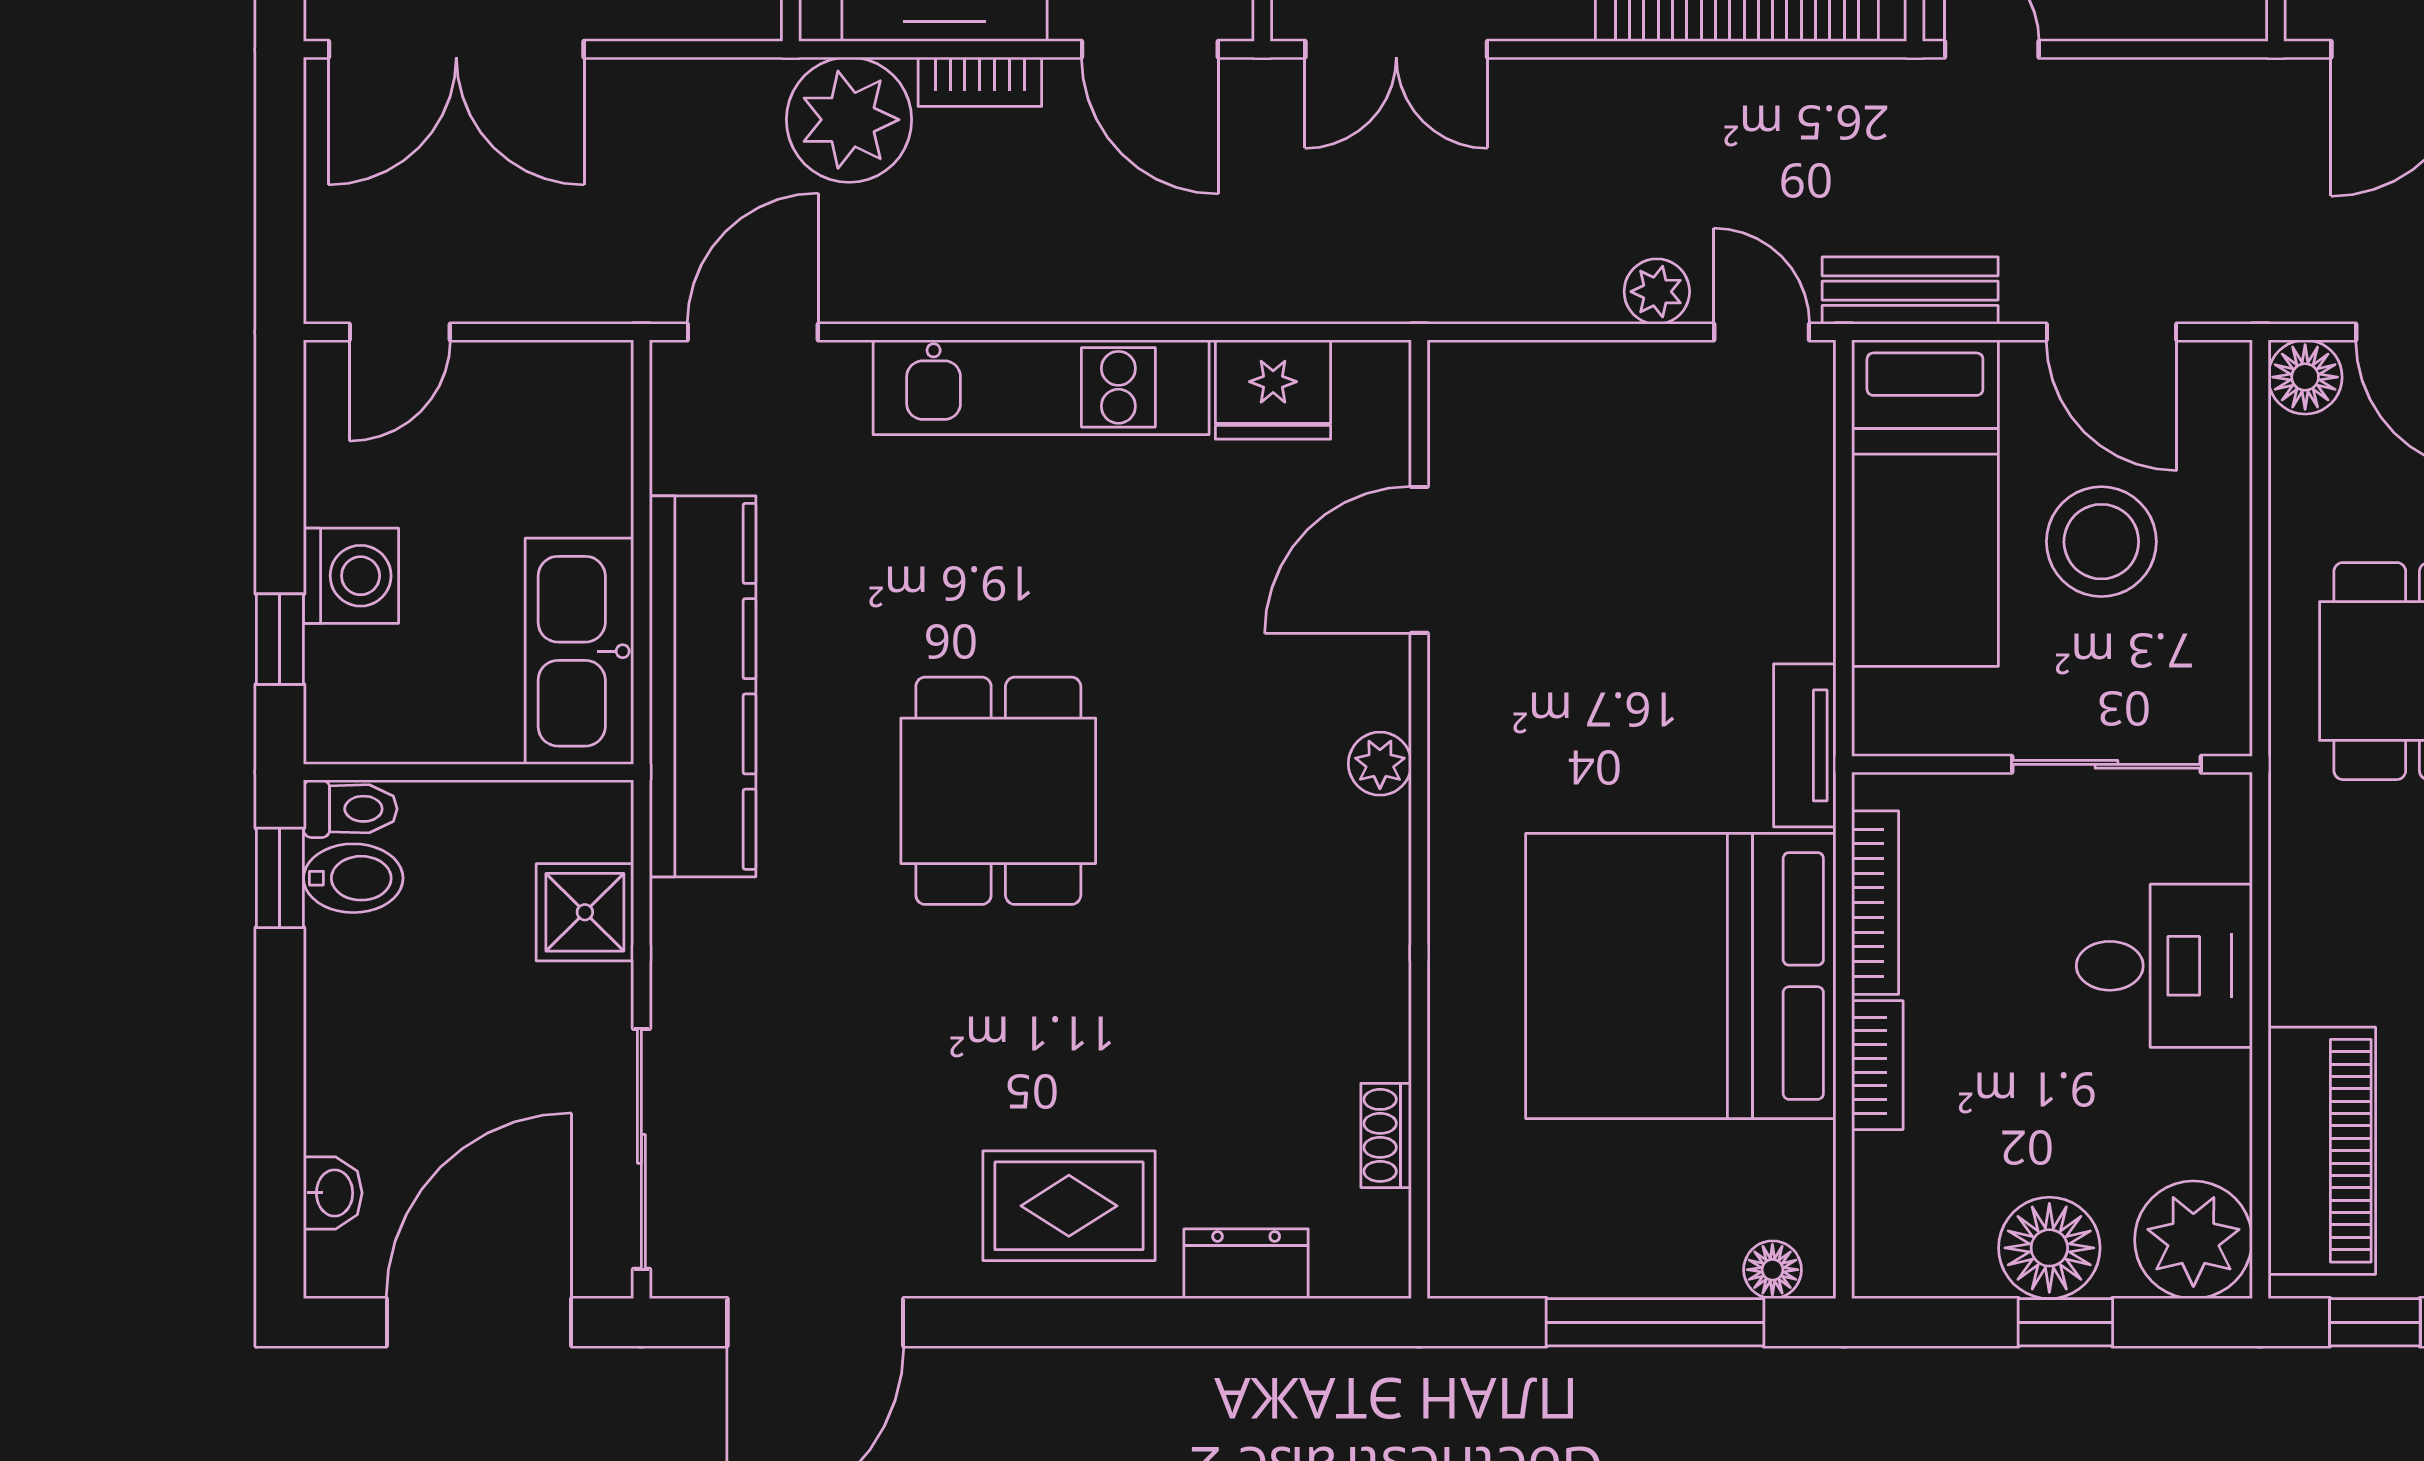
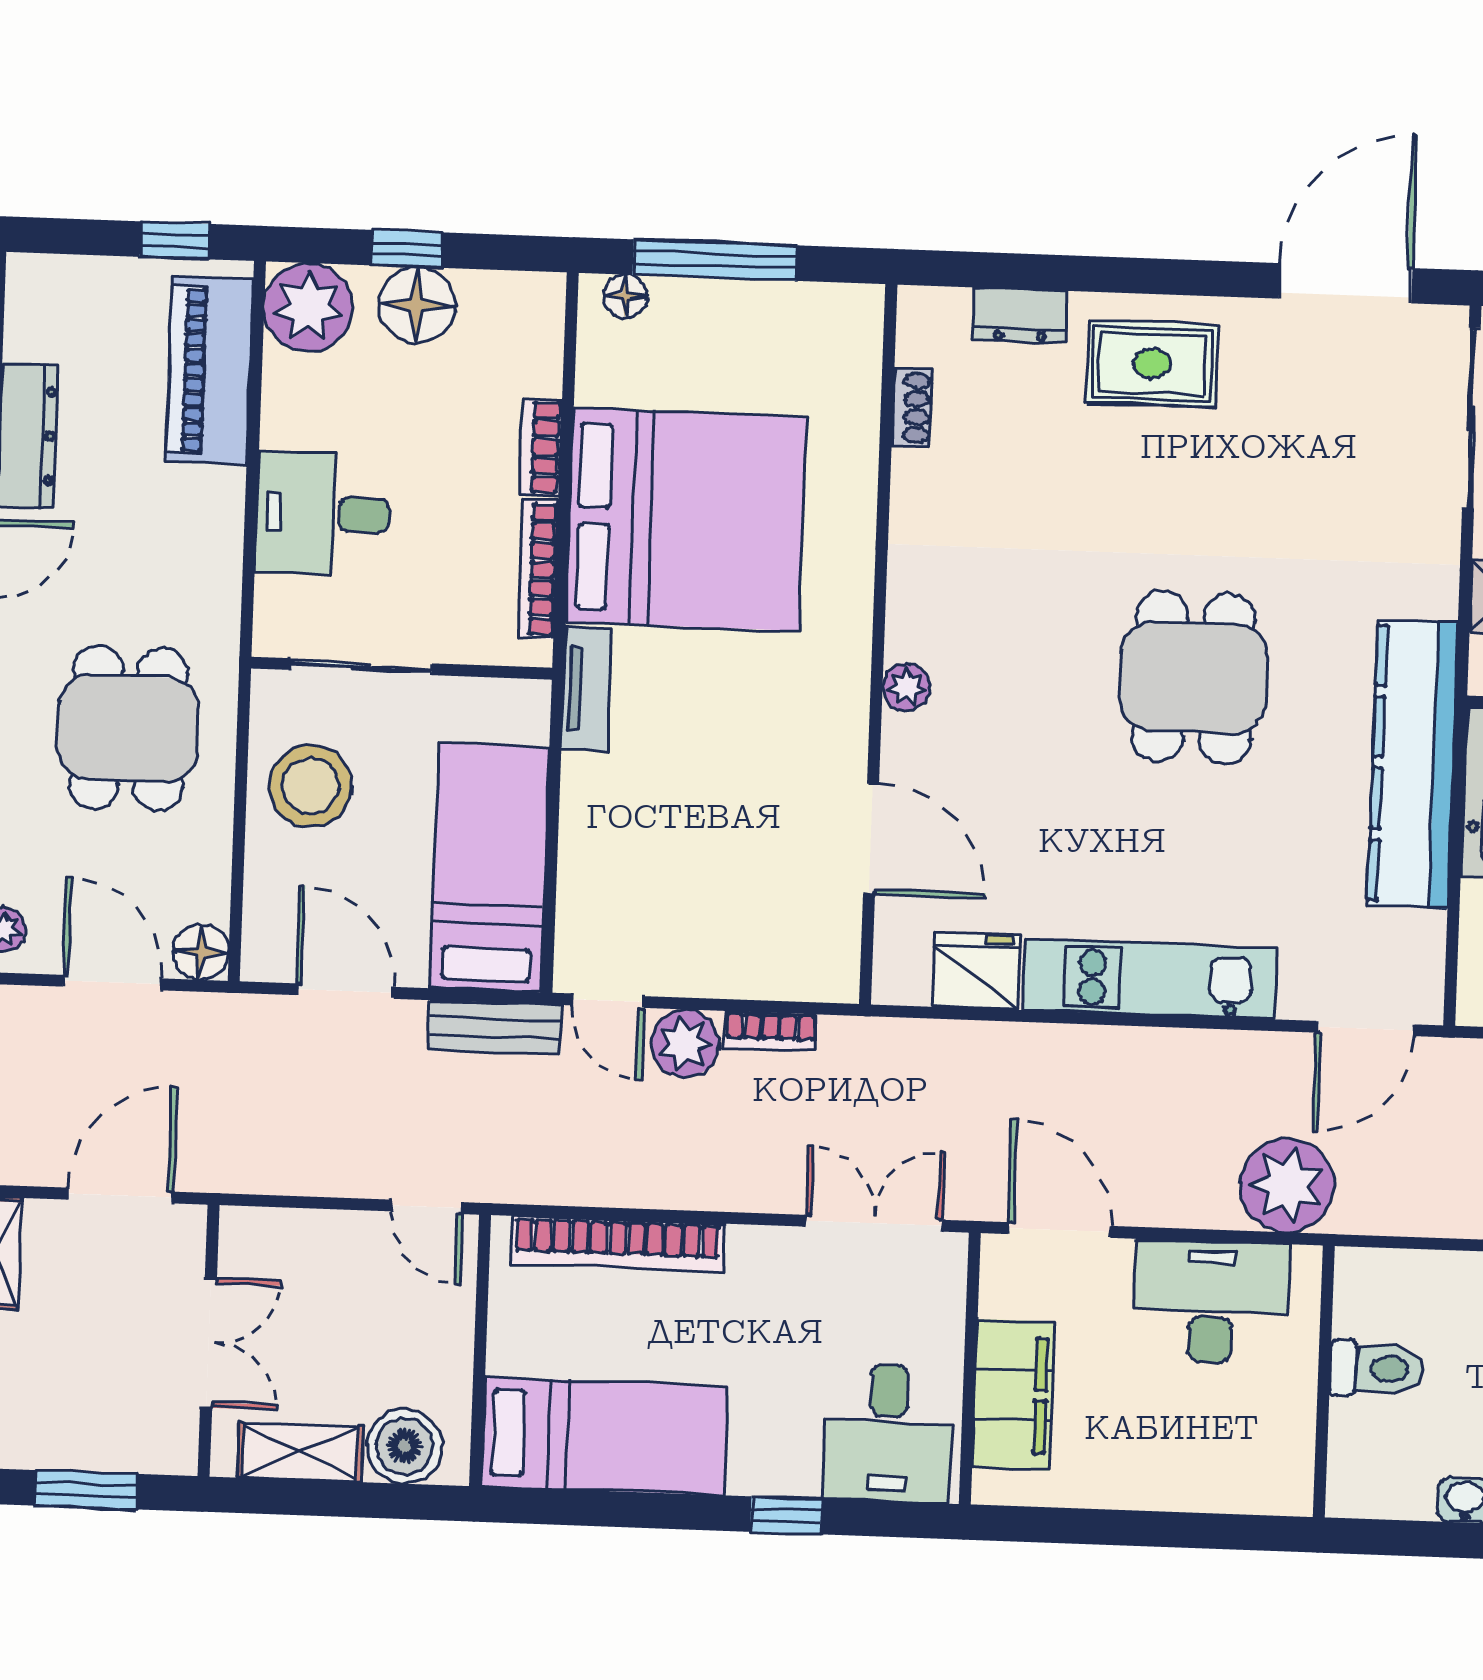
bookcase: (980, 82) -> (770, 1031), moved, turned 180
plant: (1657, 292) -> (685, 1043), width x1.38, depth x1.38
stool: (2101, 542) -> (311, 786), moved
door: (1419, 560) -> (871, 839), hinge flipped

